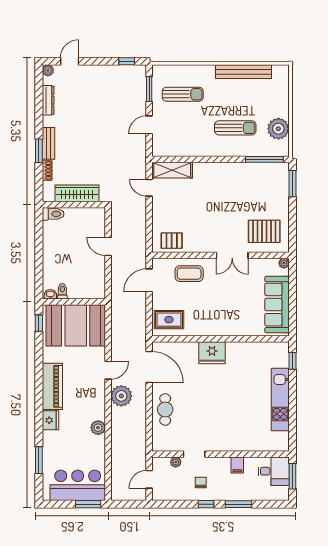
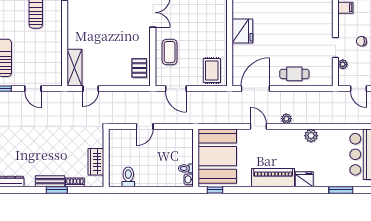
wardrobe: (77, 193) -> (96, 162), width x0.67
toilet: (53, 214) -> (128, 177), moved
plant: (121, 396) -> (286, 119), width x0.53, depth x0.53

